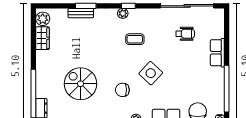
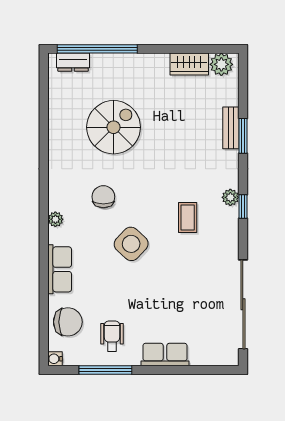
wheelchair: (185, 34) -> (112, 336), moved, turned 180
window: (227, 89) -> (105, 370), width x0.68

